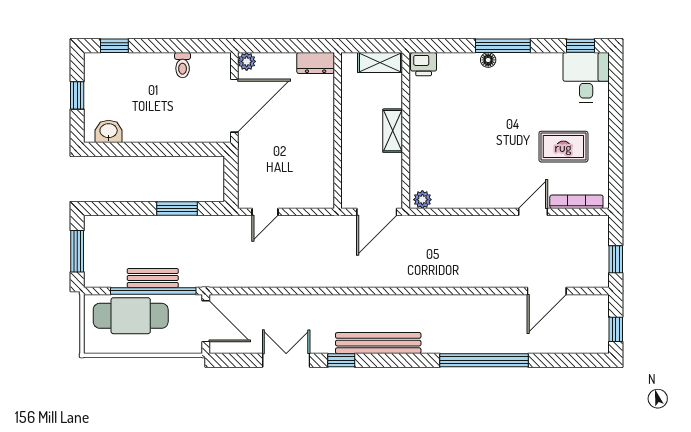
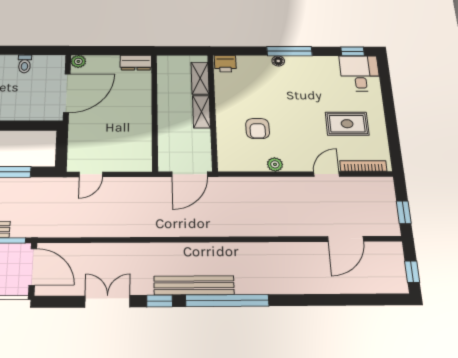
shelving: (380, 63) -> (200, 78), moved, turned 90
armchair: (458, 153) -> (258, 128), added
plant: (422, 200) -> (275, 164), moved
window: (484, 360) -> (227, 301), moved

